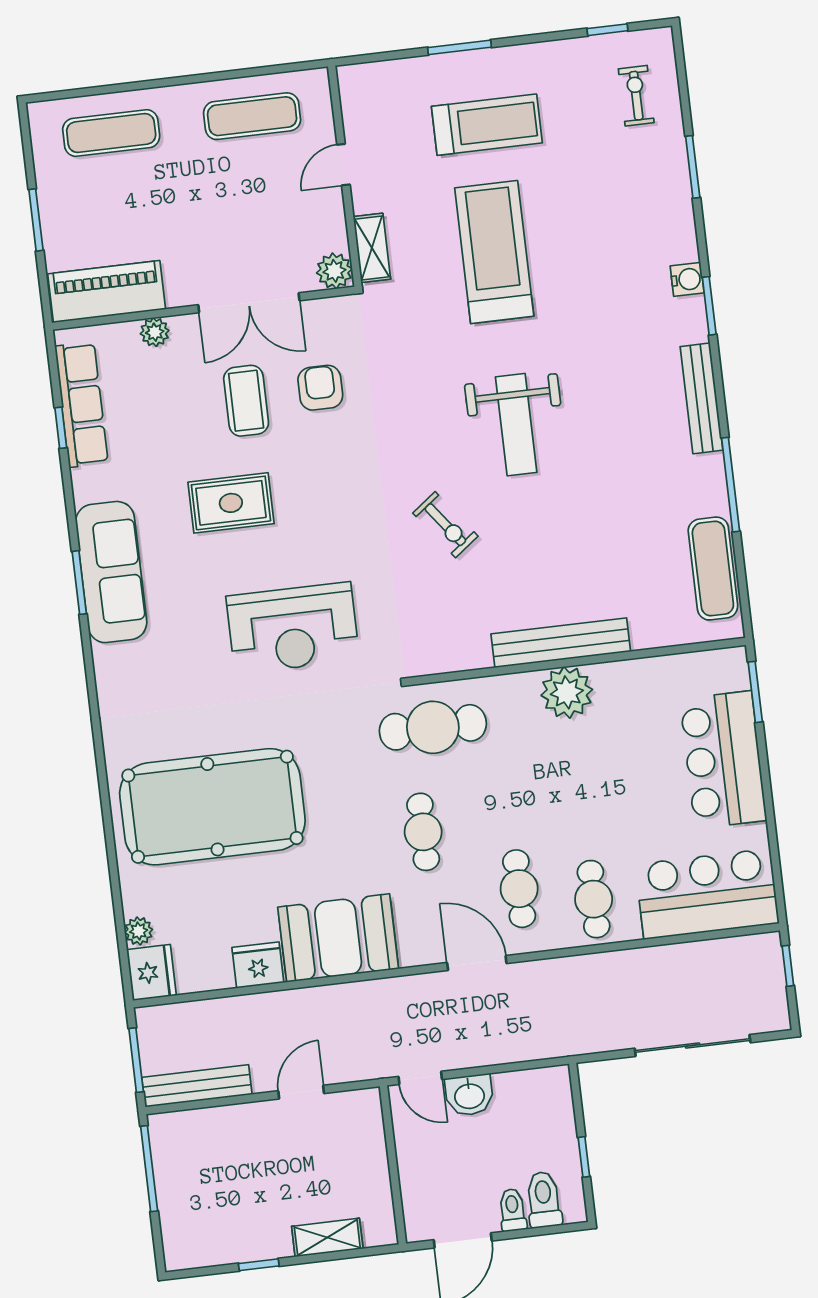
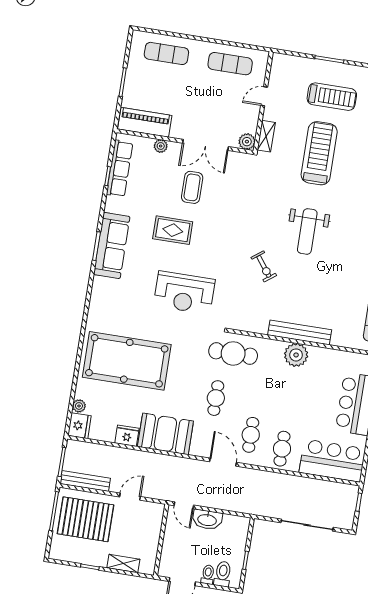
armchair: (320, 388) -> (226, 191), removed
washbasin: (469, 1095) -> (207, 520), width x1.38
pallet: (221, 1167) -> (86, 519), added

